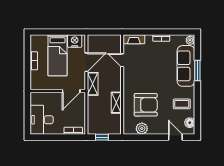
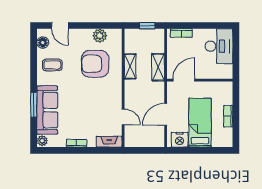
shelving: (93, 84) -> (158, 67), moved

